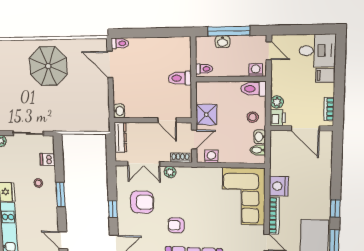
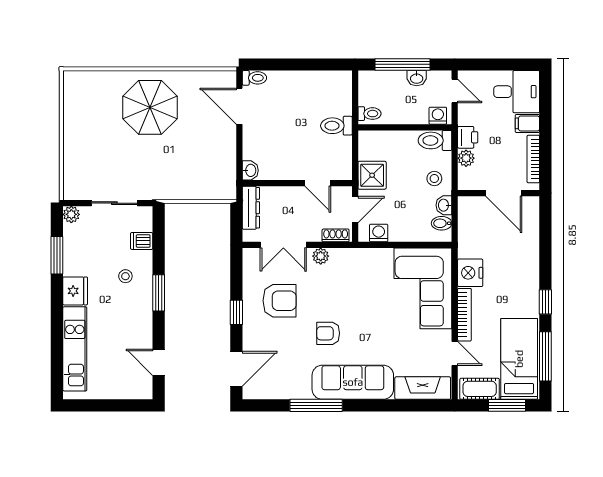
washbasin: (223, 42) -> (417, 78), moved
bookcase: (329, 109) -> (533, 159), width x1.56
printer: (278, 118) -> (468, 137), moved

